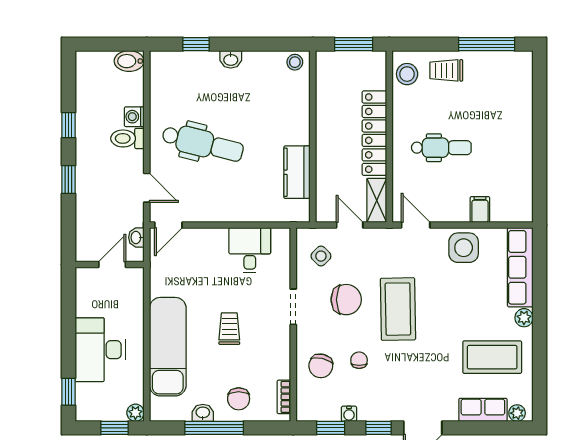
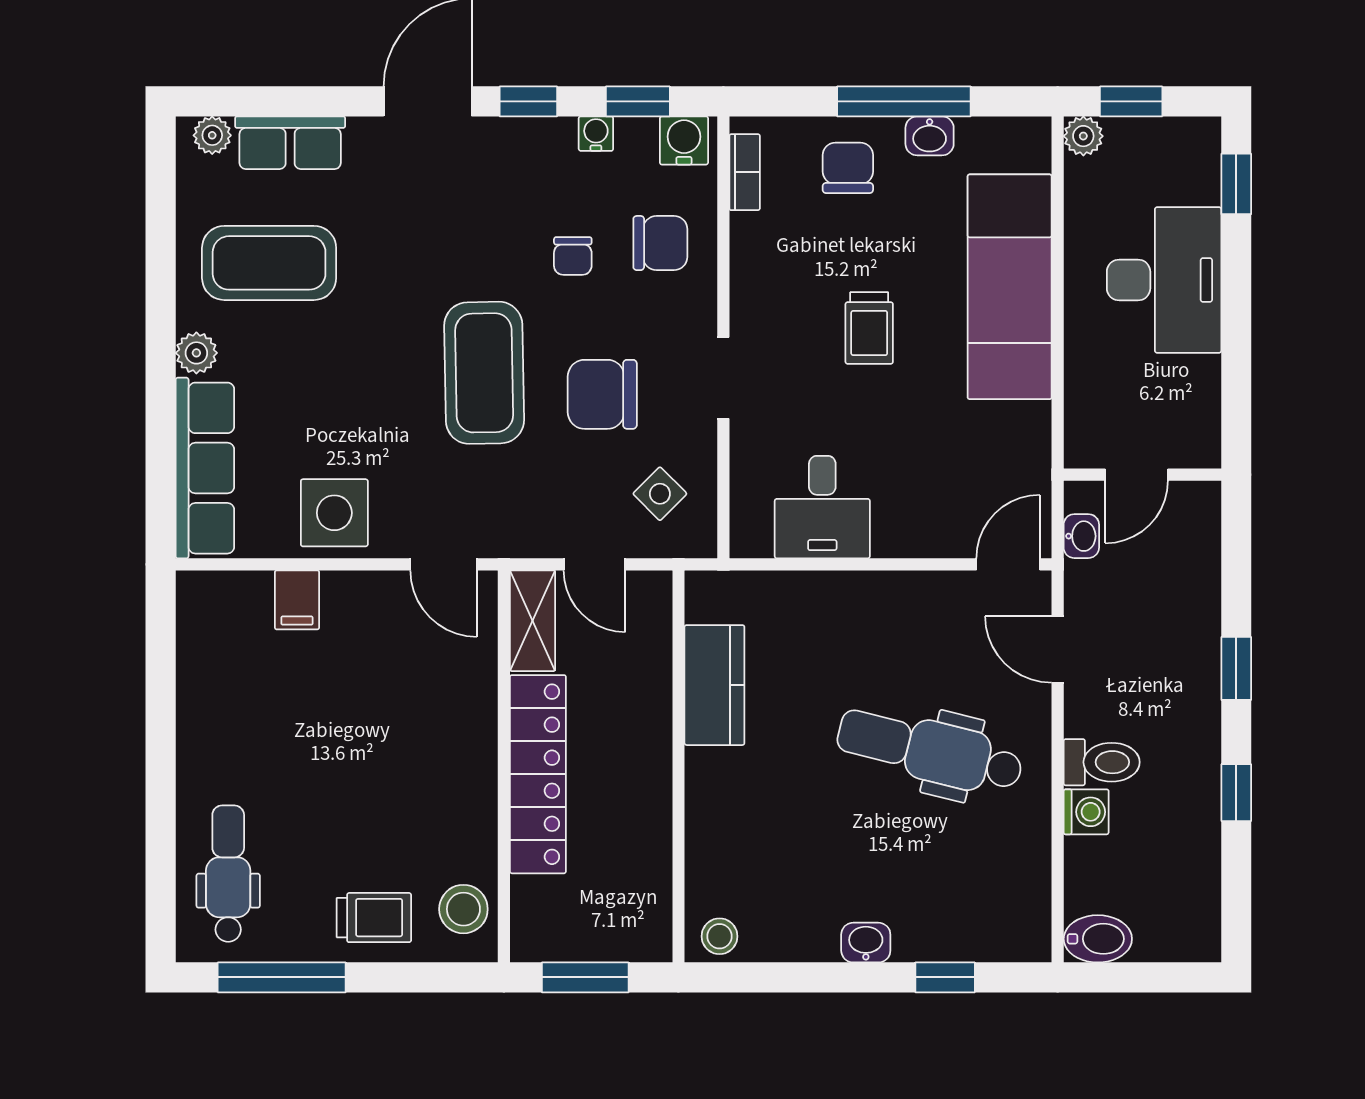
dental chair: (441, 148) -> (228, 874), moved, turned 90
chair: (321, 366) -> (660, 243), turned 77
water cooler: (310, 411) -> (684, 140), added

